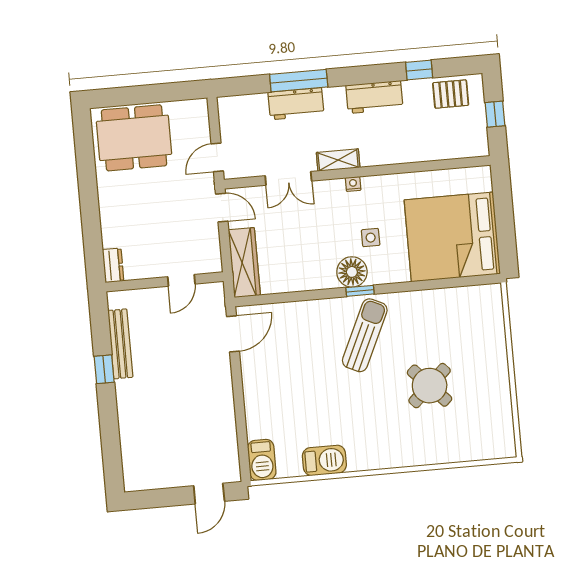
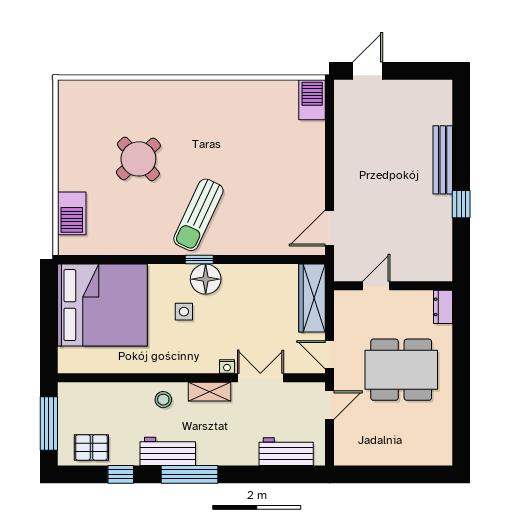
window: (299, 81) -> (189, 474), moved
workbench: (296, 104) -> (286, 452), moved
window: (495, 114) -> (49, 424), width x2.17
dining table: (134, 138) -> (401, 370), moved
stool: (383, 148) -> (163, 400), added
nightstand: (353, 184) -> (227, 367), moved
bench: (120, 344) -> (443, 160), moved
barbecue: (324, 460) -> (72, 213), moved, turned -90

